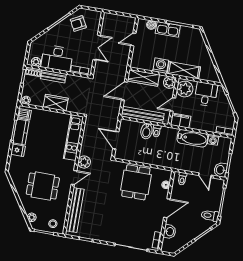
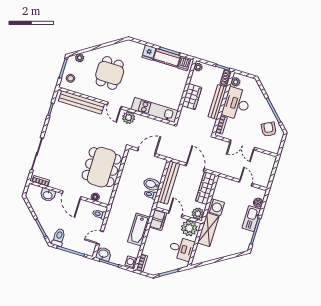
bench: (53, 76) -> (217, 102), width x1.36
washing machine: (213, 140) -> (131, 262), moved
dining table: (136, 182) -> (102, 167), width x1.38

